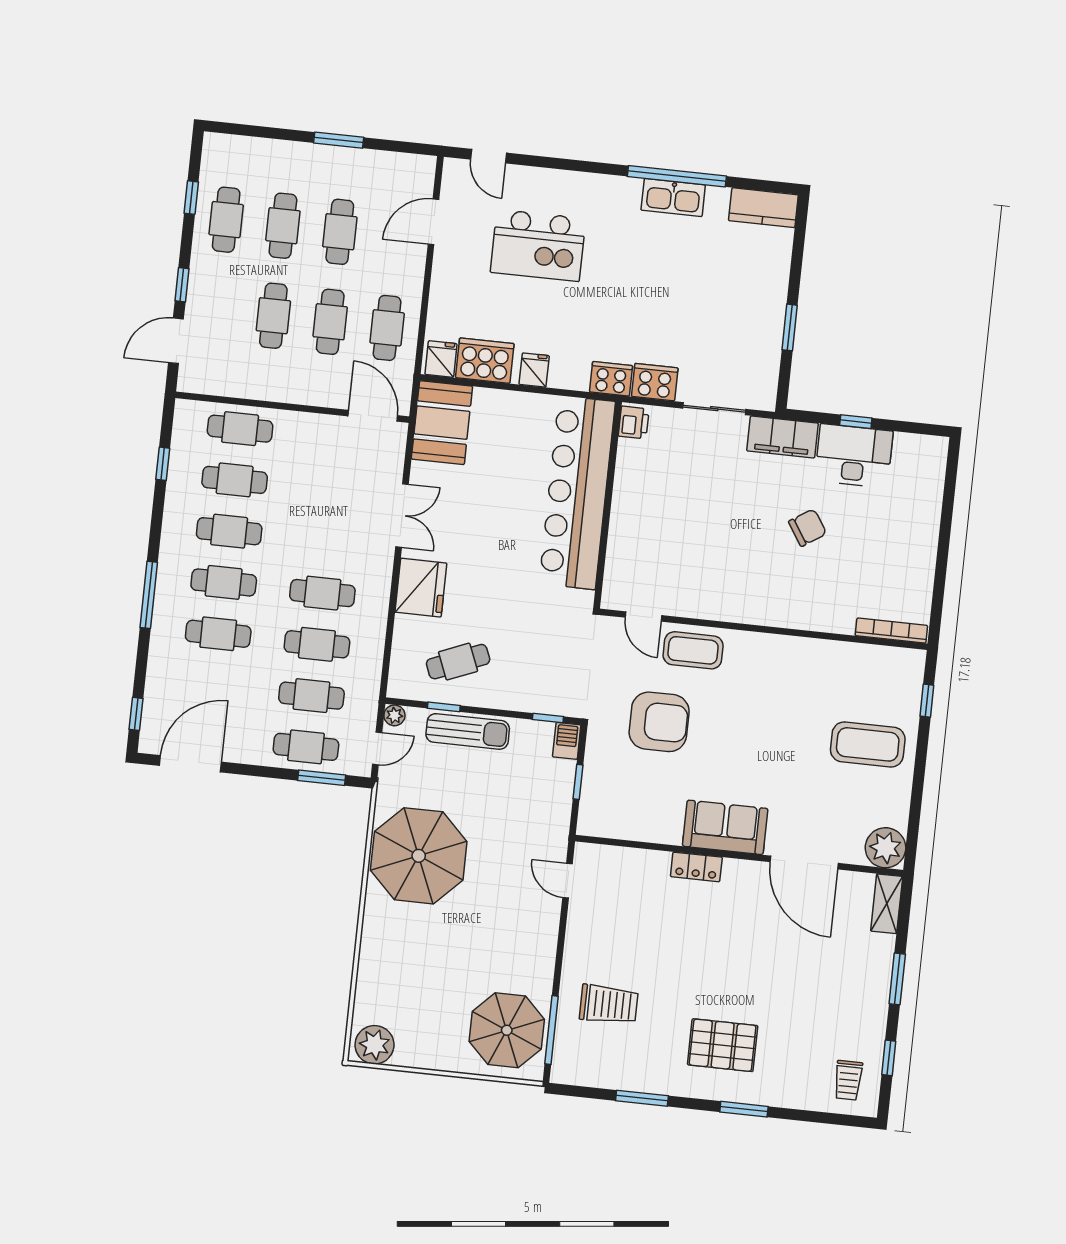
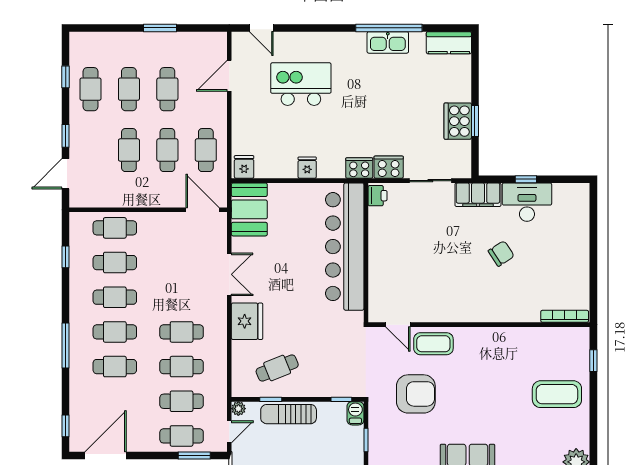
kitchen island: (538, 245) -> (301, 84), turned 180
cooker: (485, 361) -> (458, 121), moved, turned -90
sun lounger: (468, 731) -> (289, 414), turned 180

